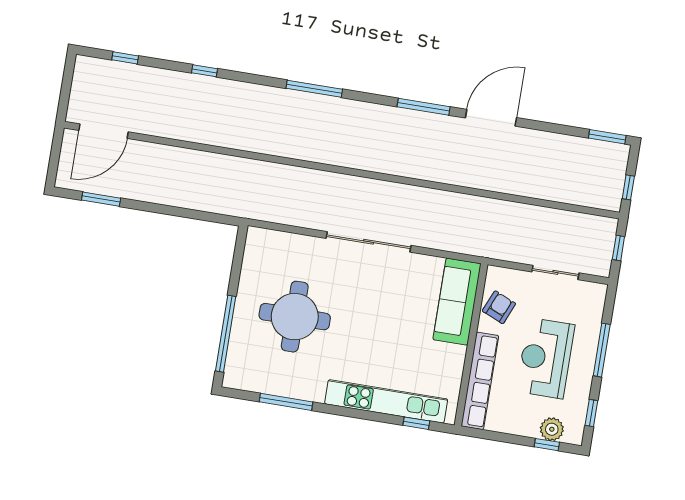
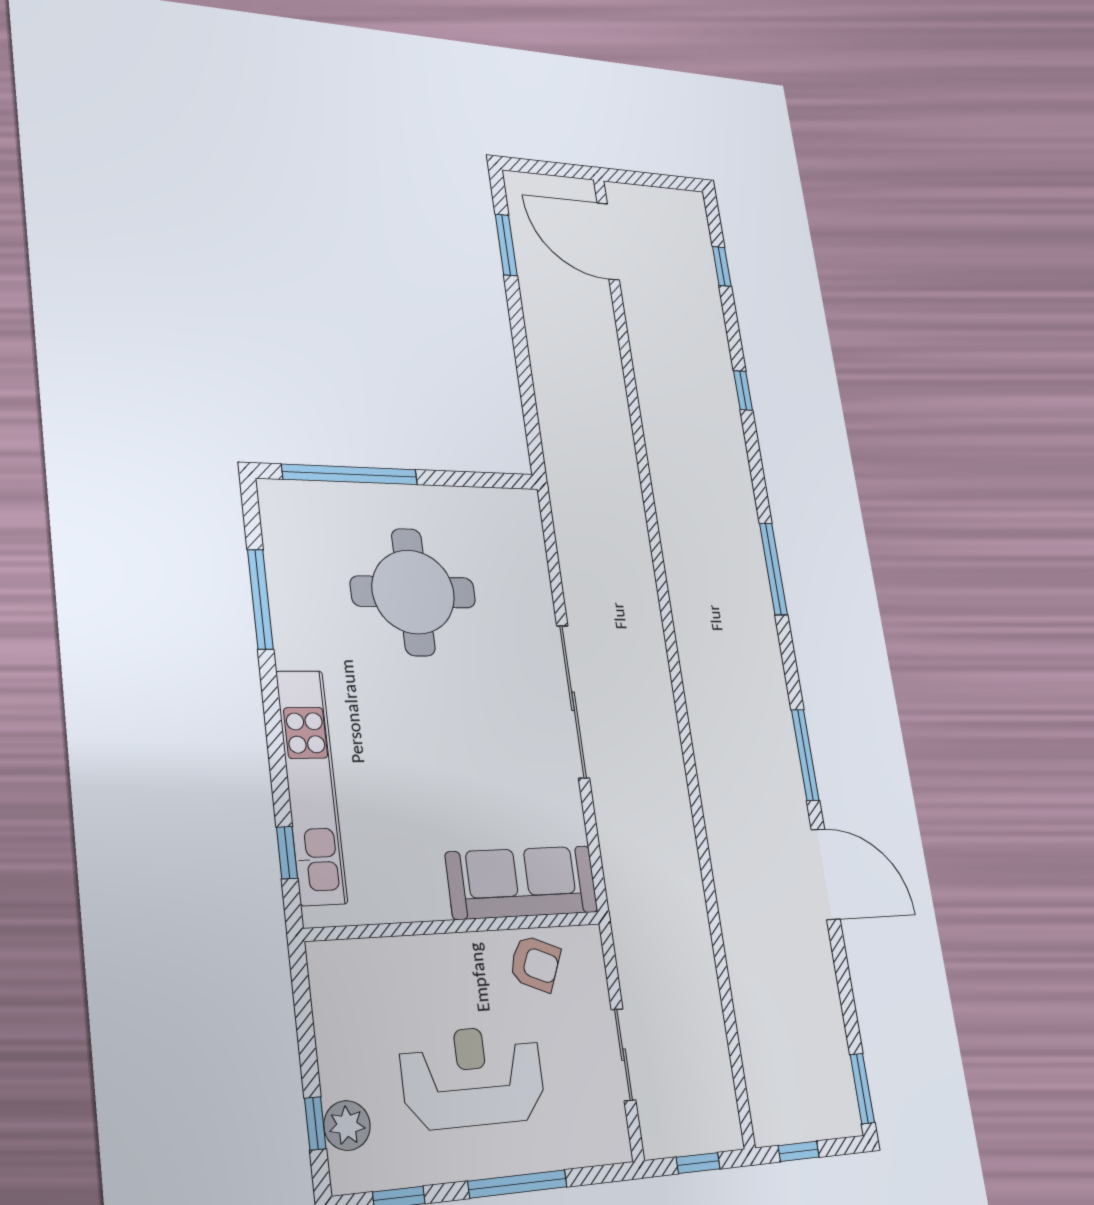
row of seats: (480, 381) -> (397, 958), removed

